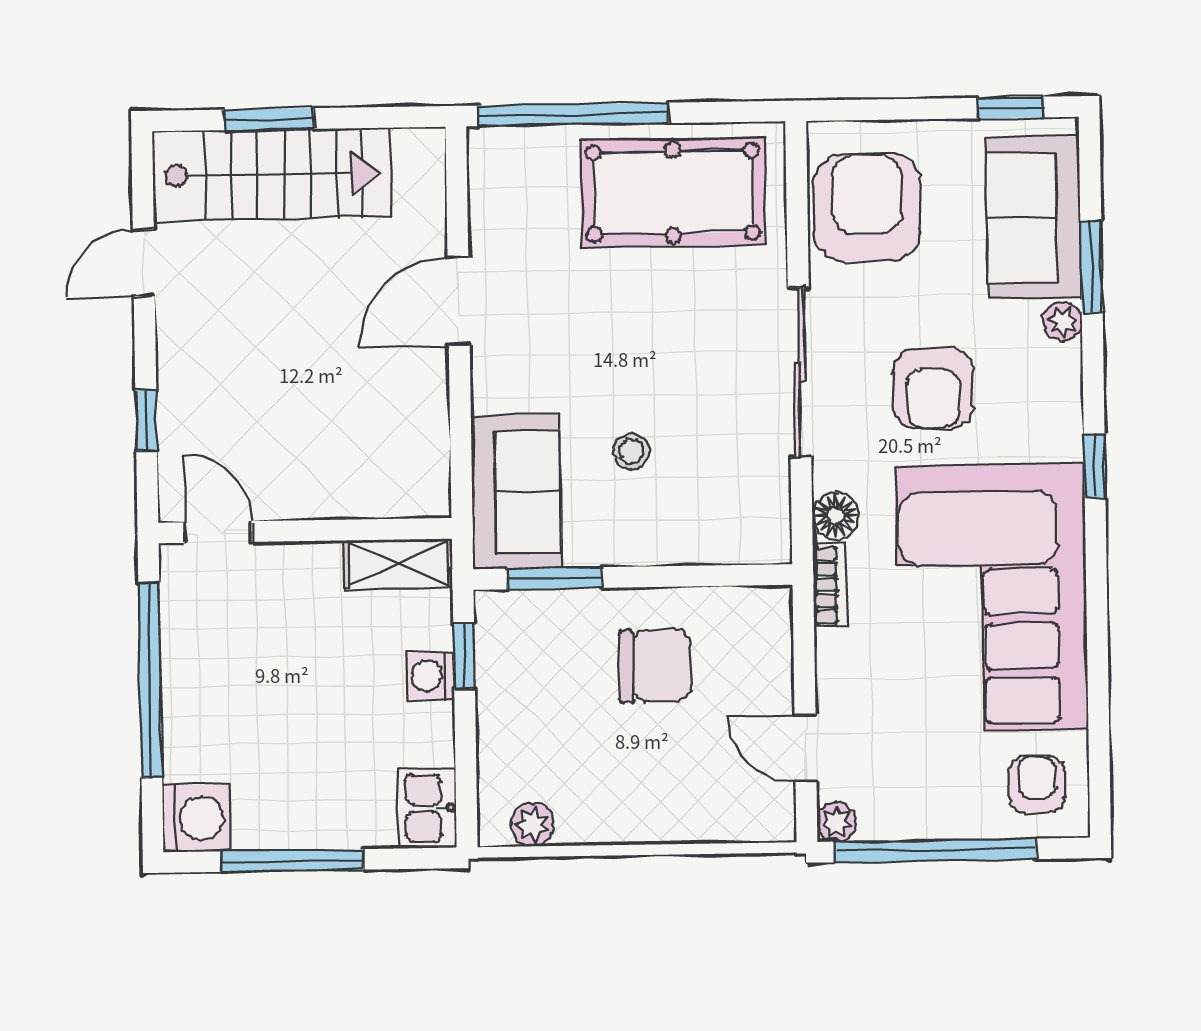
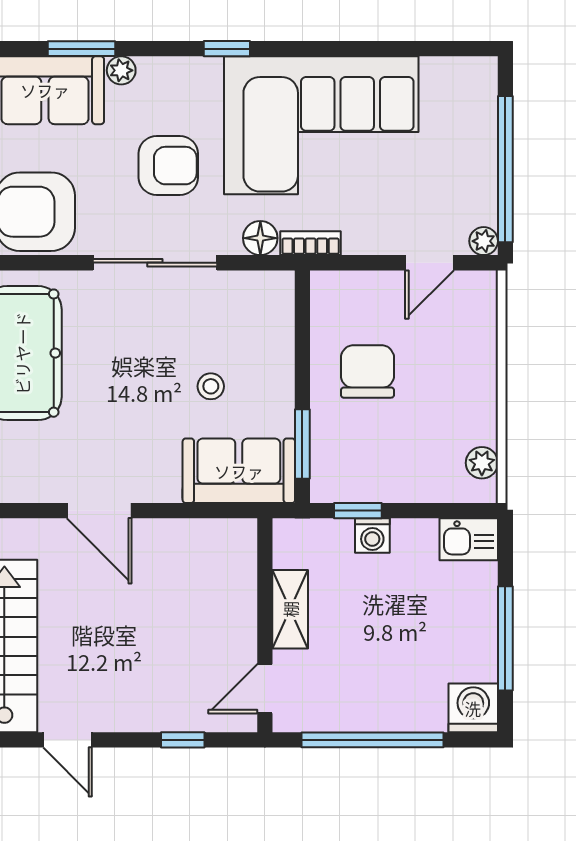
shelving: (398, 564) -> (290, 609), moved
armchair: (1037, 784) -> (458, 94), removed

